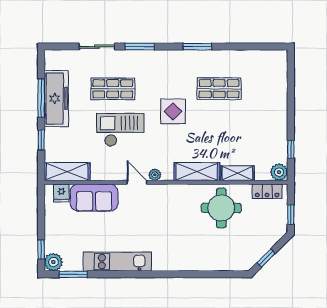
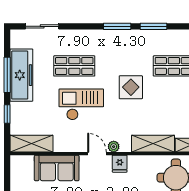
sliding door: (97, 47) -> (42, 26), moved
window: (140, 47) -> (117, 26), moved
fridge: (61, 193) -> (120, 164), moved

